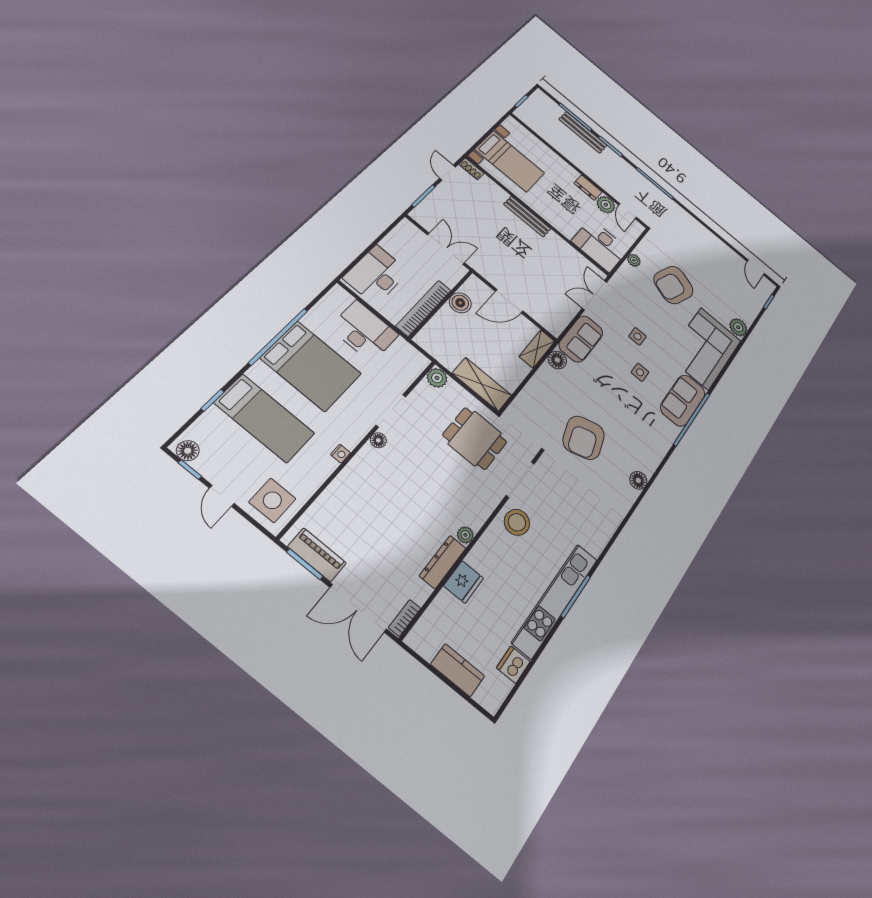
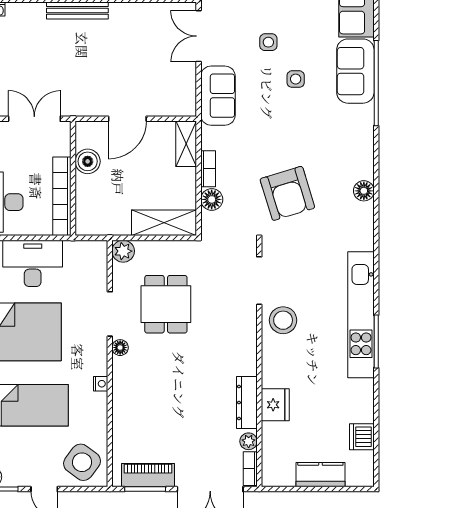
floor lamp: (557, 360) -> (212, 199), moved
bookcase: (540, 376) -> (208, 169), added
dining table: (475, 438) -> (166, 304), moved, turned 90
side table: (272, 500) -> (82, 462), turned 37
plant: (465, 535) -> (249, 441), moved
kitchen unit: (555, 600) -> (361, 315), moved

